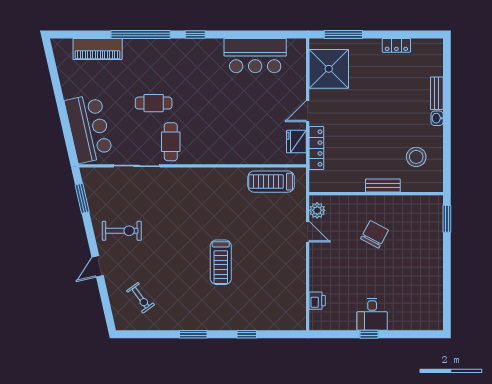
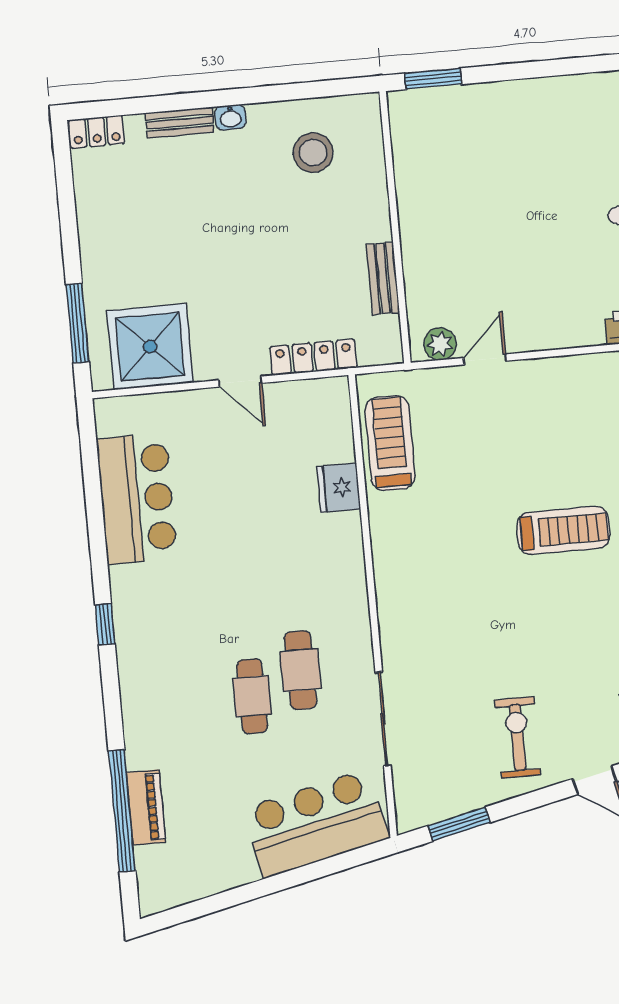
window: (141, 34) -> (122, 811), moved
locker: (396, 45) -> (97, 132), moved, turned 90
piano: (98, 49) -> (146, 807), width x0.73, depth x0.75
cafe table: (171, 142) -> (300, 670), moved, turned 90
fridge: (296, 142) -> (339, 488), moved, turned 90
treadmill: (271, 182) -> (390, 443), turned 180
bench: (383, 185) -> (383, 278), moved
chair: (374, 234) -> (478, 223), removed

